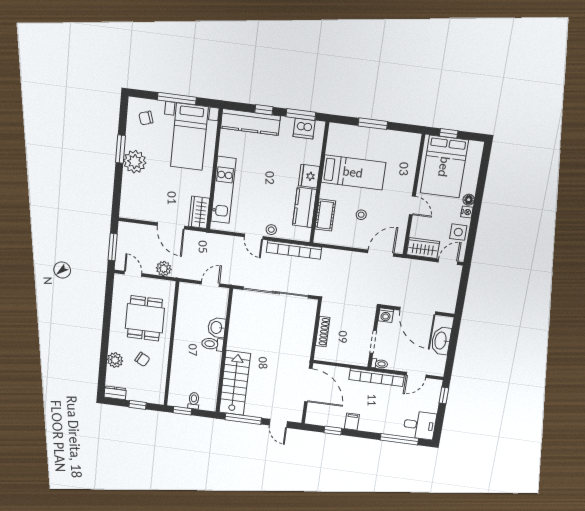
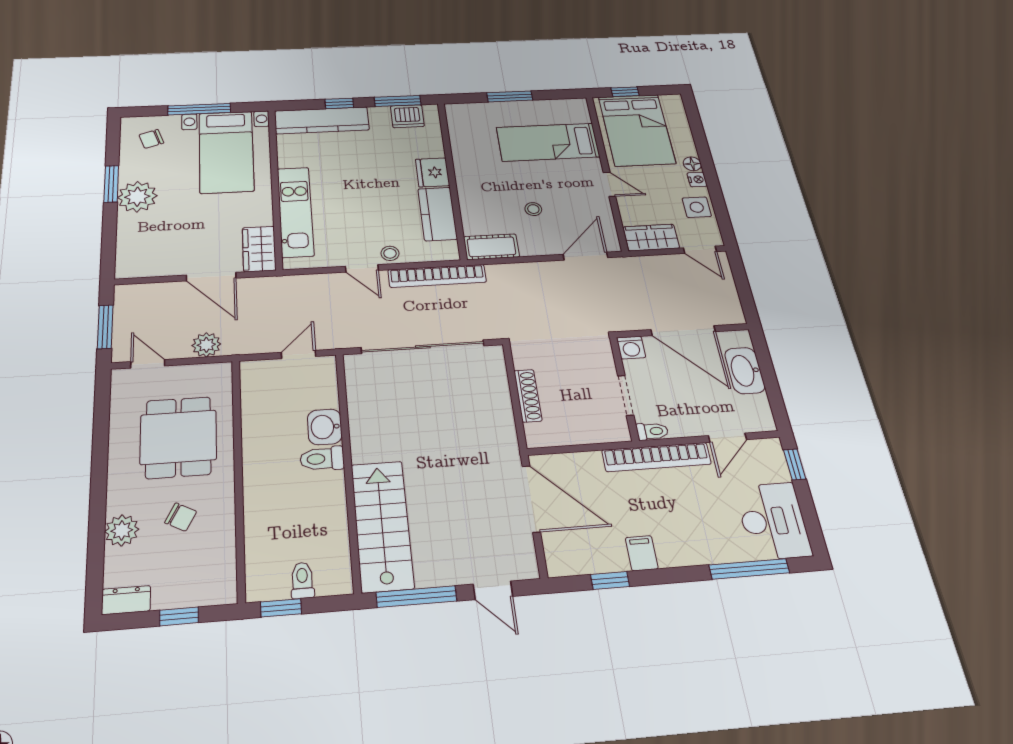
bed: (353, 172) -> (548, 142), moved, turned 180
cot: (325, 215) -> (491, 247), moved, turned 90
door: (448, 262) -> (700, 250), swing flipped
desk: (420, 425) -> (773, 521), width x1.37

